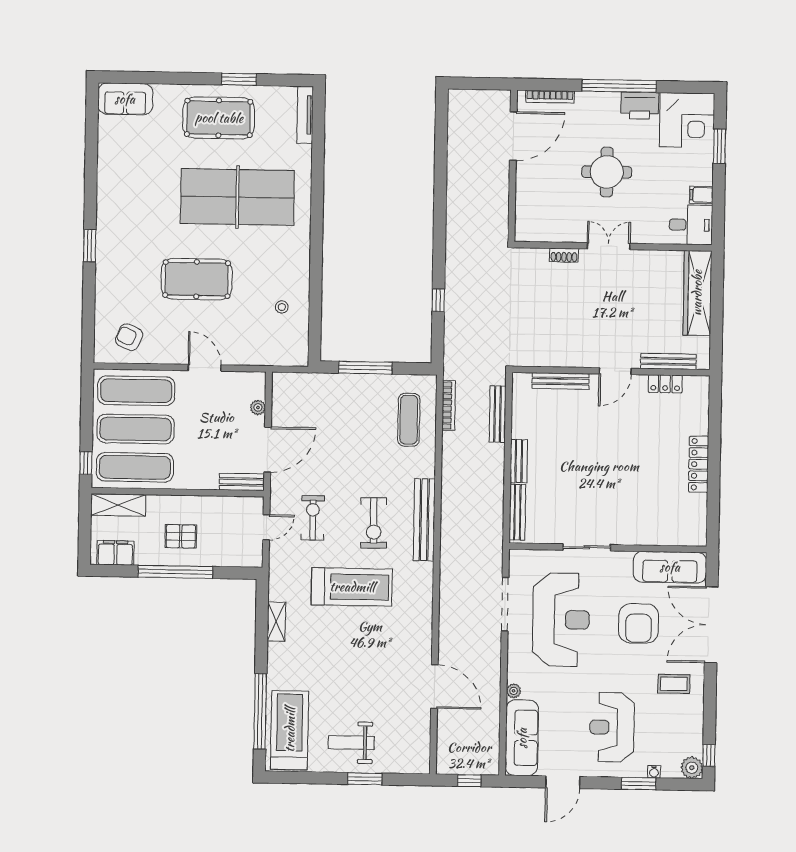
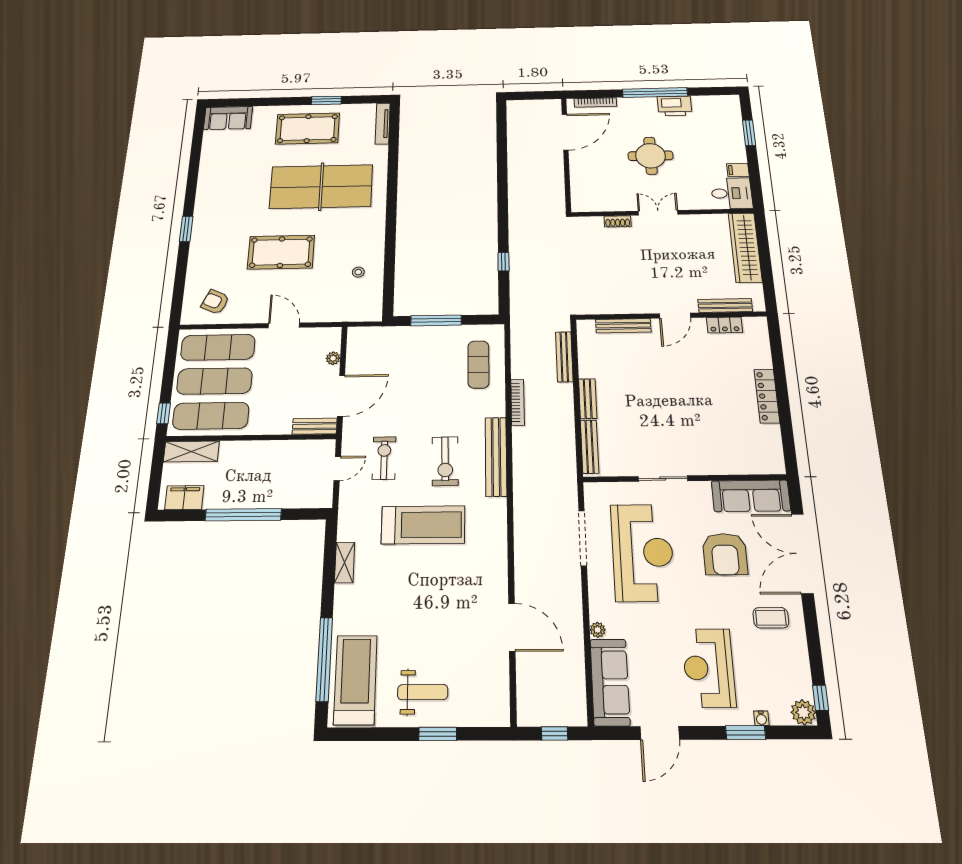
corner desk: (687, 120) -> (717, 115), removed
bookcase: (449, 405) -> (518, 402), moved
pallet: (181, 536) -> (251, 480), removed
weight bench: (351, 743) -> (423, 692), turned 180

